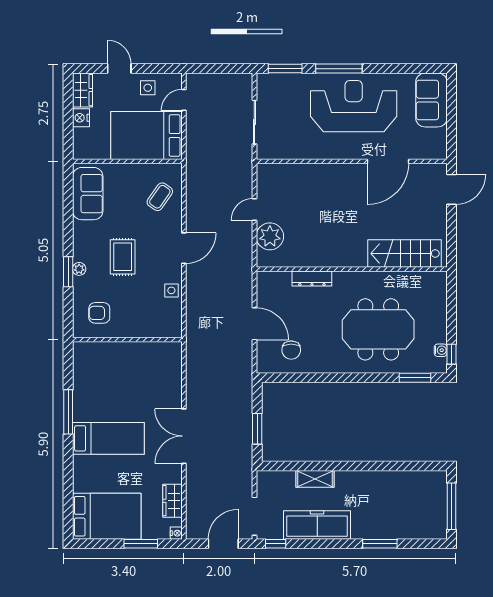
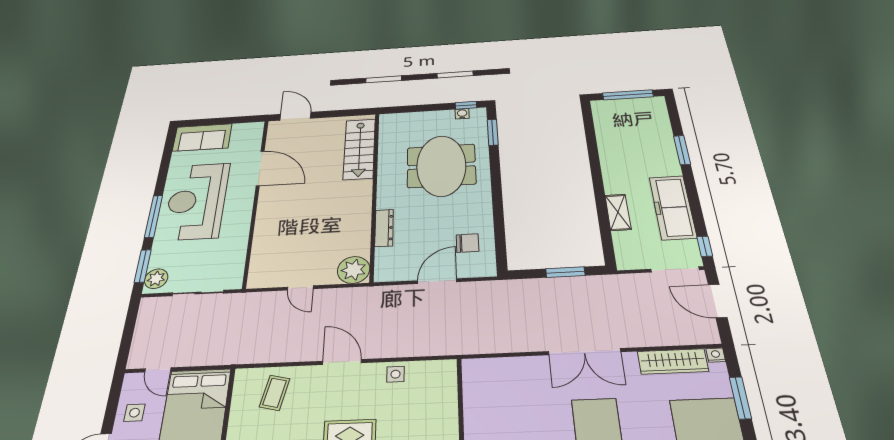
plant: (271, 83) -> (156, 279), added
coffee table: (160, 197) -> (275, 393), turned 68
plant: (270, 236) -> (354, 270), moved
wardrobe: (172, 501) -> (673, 361), width x1.50

